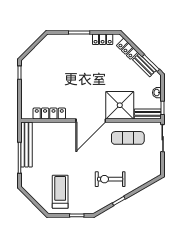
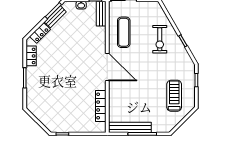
shower: (120, 105) -> (93, 40), removed
exercise bike: (110, 179) -> (160, 39), moved
treadmill: (60, 192) -> (174, 96), turned 90

